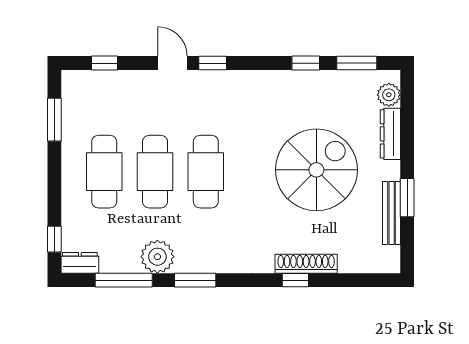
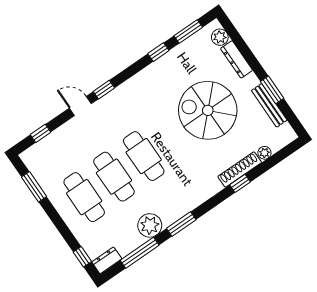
spiral stairs: (316, 170) -> (208, 110), turned -90
plant: (348, 264) -> (264, 153), added

